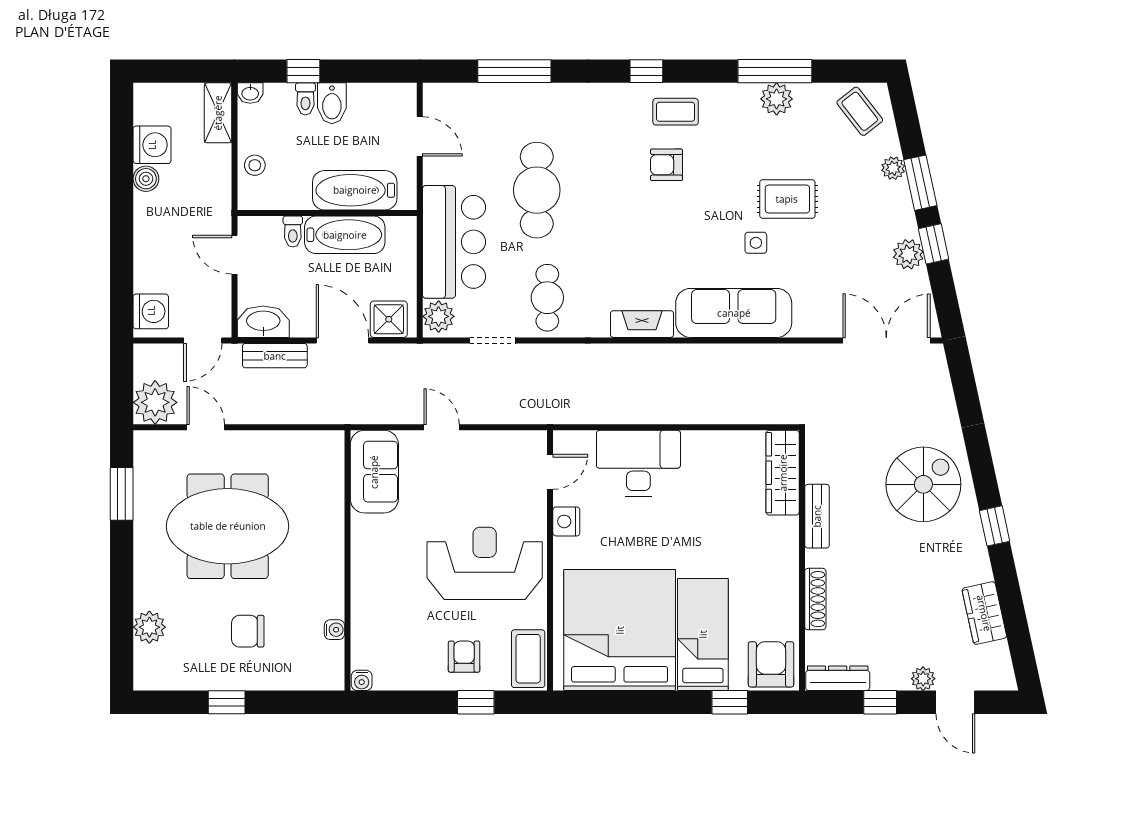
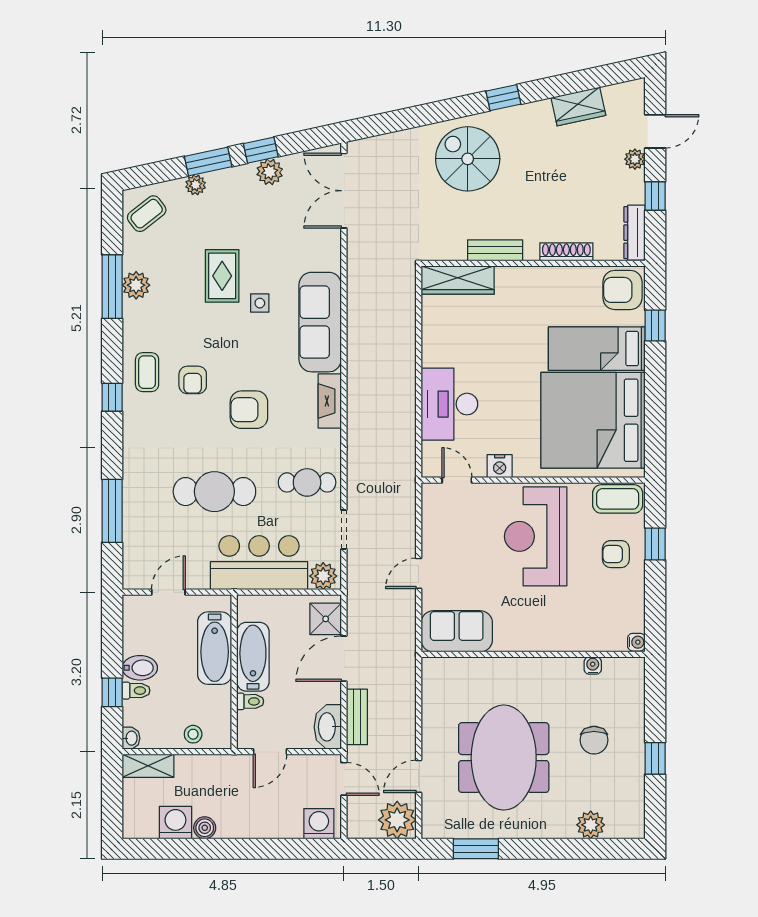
armchair: (632, 230) -> (249, 410), added

